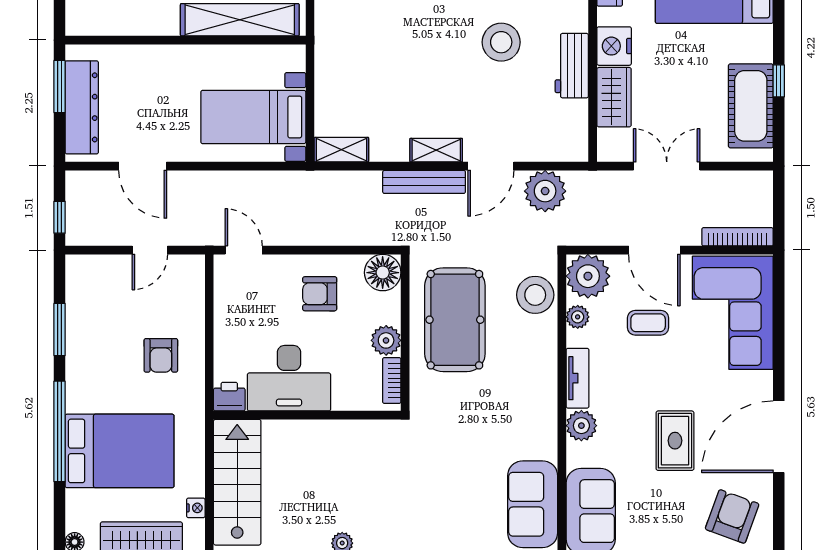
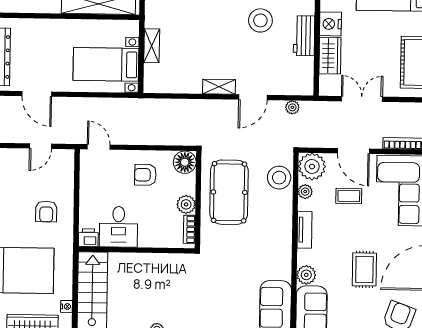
shelving: (341, 150) -> (152, 46), moved, turned 90
bench: (424, 182) -> (211, 106), removed
plant: (545, 191) -> (292, 107), width x0.53, depth x0.53
desk: (289, 378) -> (119, 227), width x0.73
plant: (581, 426) -> (306, 275), moved

